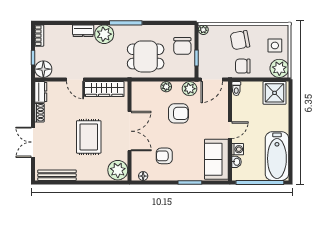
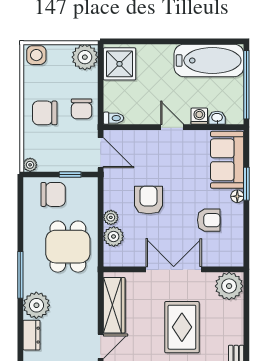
chair: (240, 40) -> (45, 113), turned 101
side table: (275, 45) -> (36, 55), moved
plant: (190, 89) -> (114, 236), moved
rug: (89, 137) -> (182, 327), turned 90
armchair: (164, 156) -> (209, 220), turned -90
sofa: (216, 159) -> (227, 160), moved, turned 90
floor lamp: (143, 176) -> (237, 196), moved

